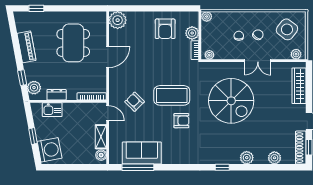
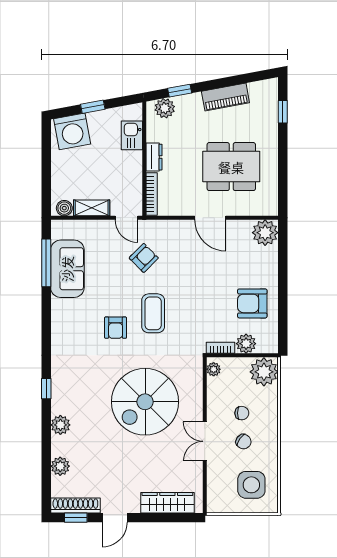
plant: (207, 17) -> (264, 372), width x1.88, depth x1.88
side table: (287, 29) -> (251, 485), turned -38
plant: (296, 54) -> (214, 498), removed
dresser: (57, 95) -> (154, 157), moved
coffee table: (172, 95) -> (153, 313), width x0.73, depth x0.76
door: (108, 113) -> (127, 218), hinge flipped

